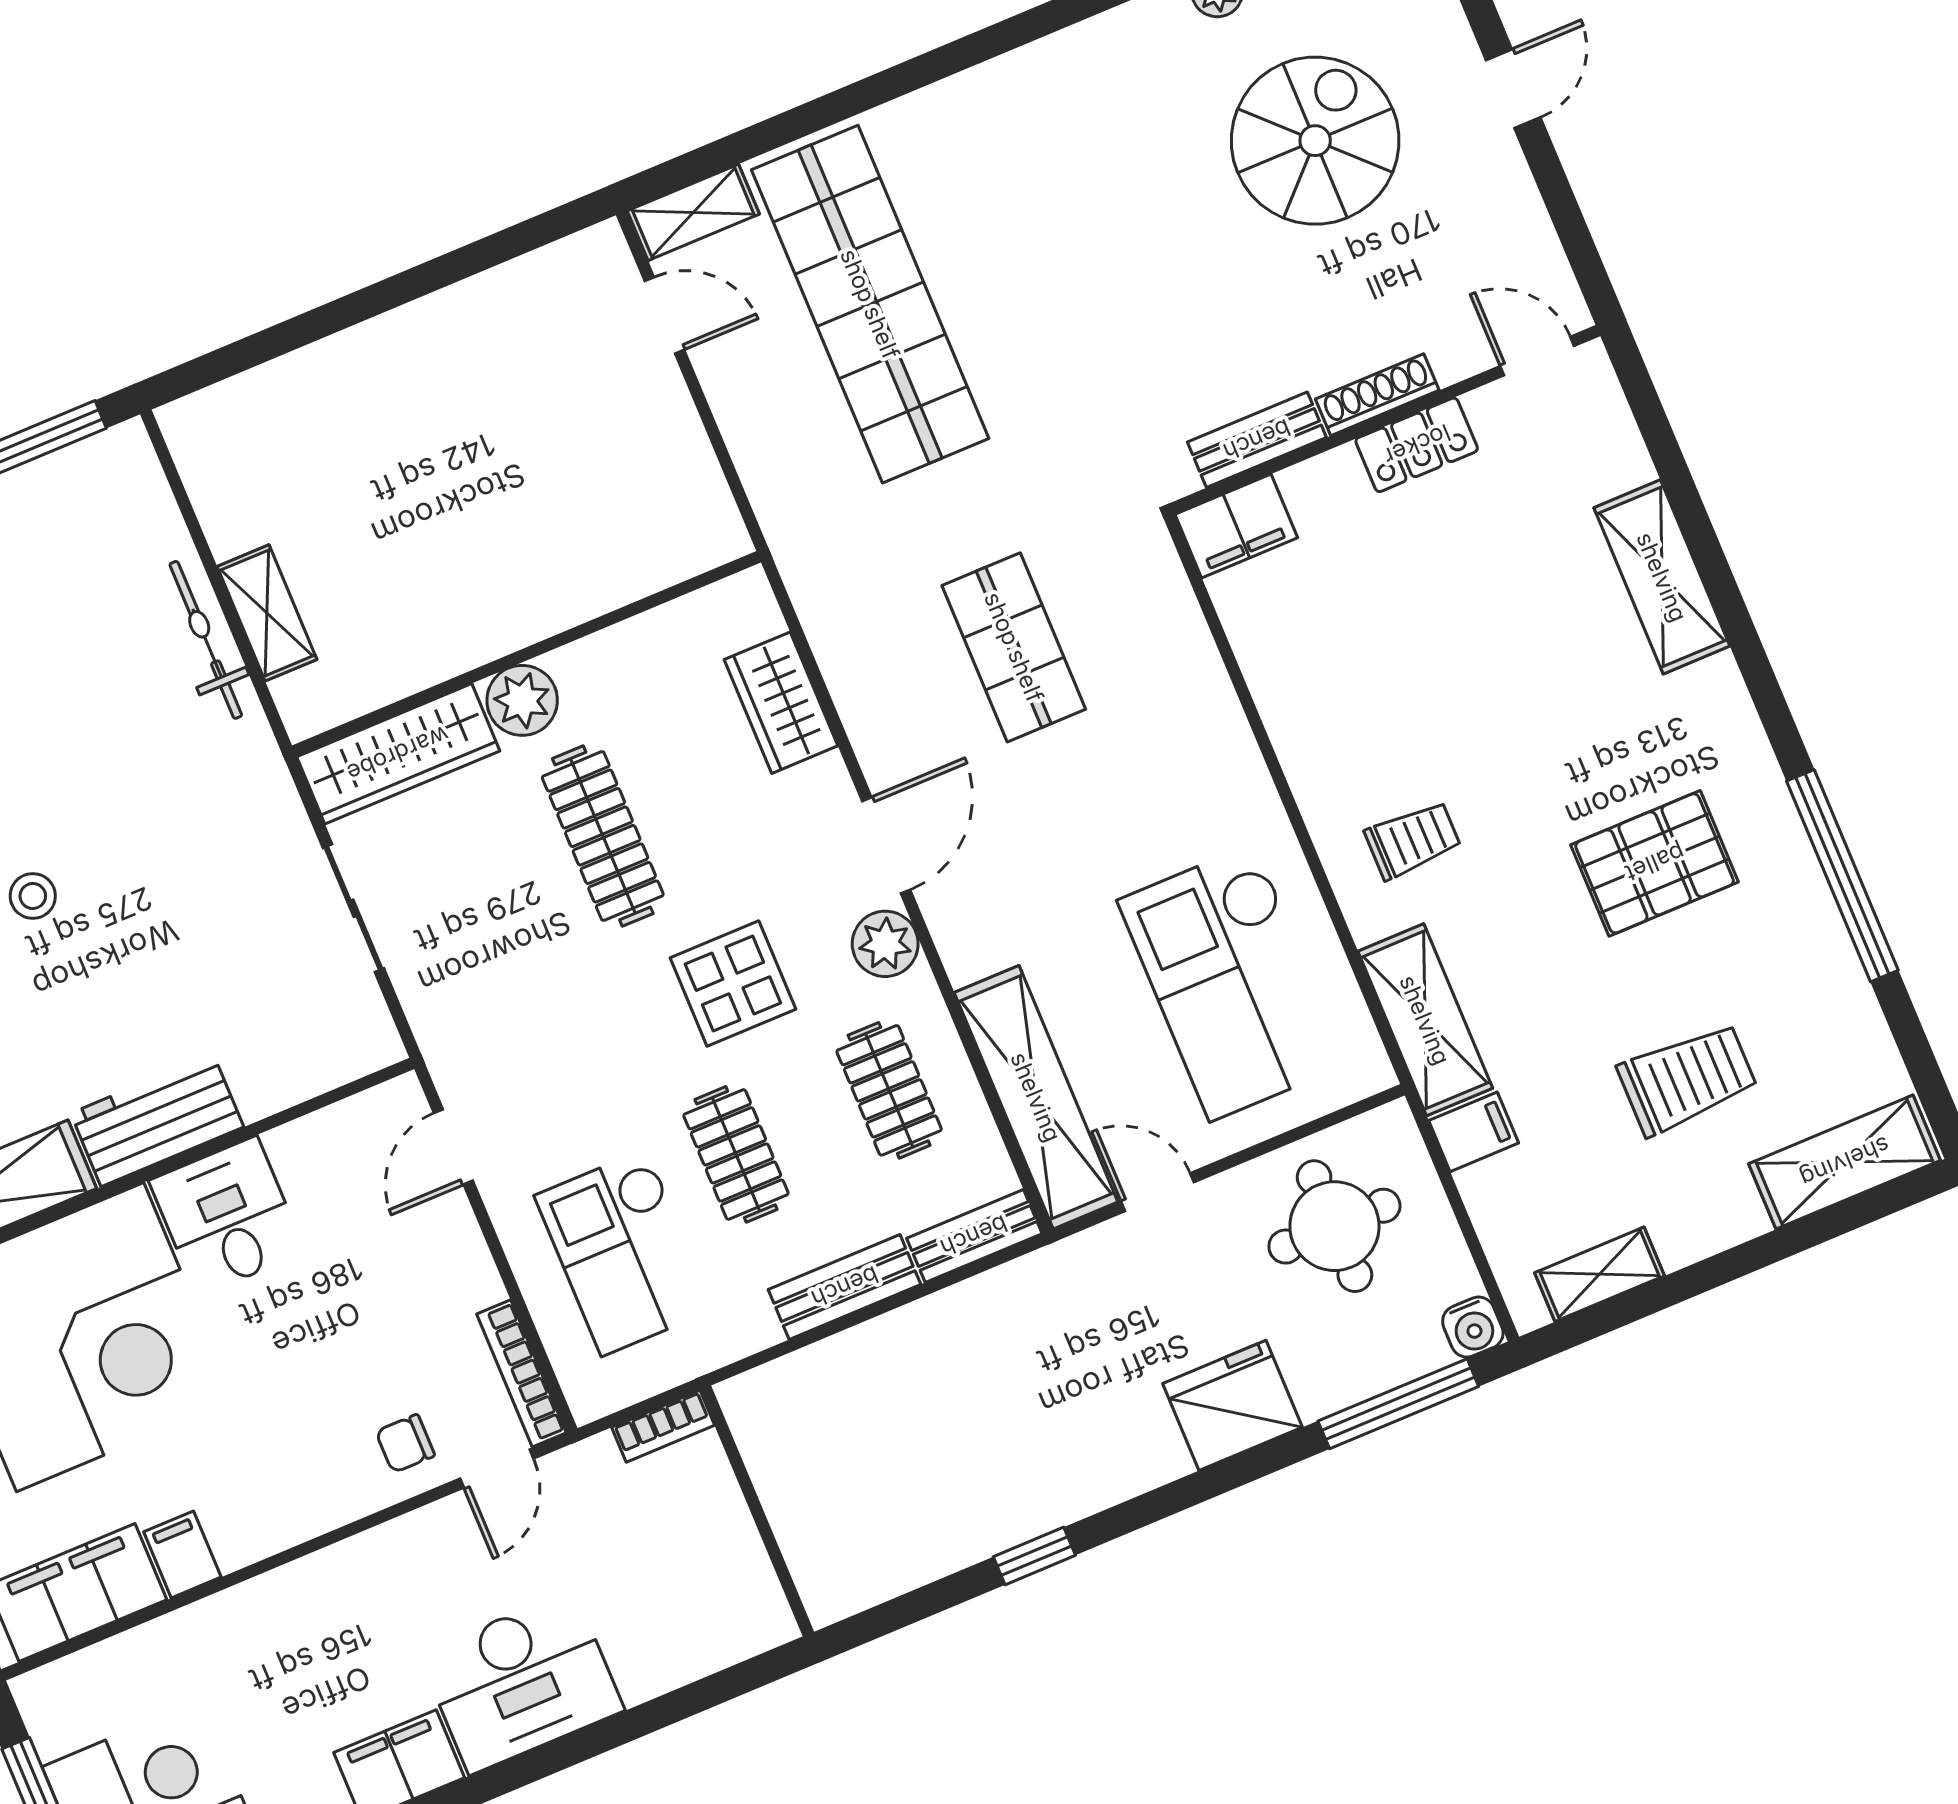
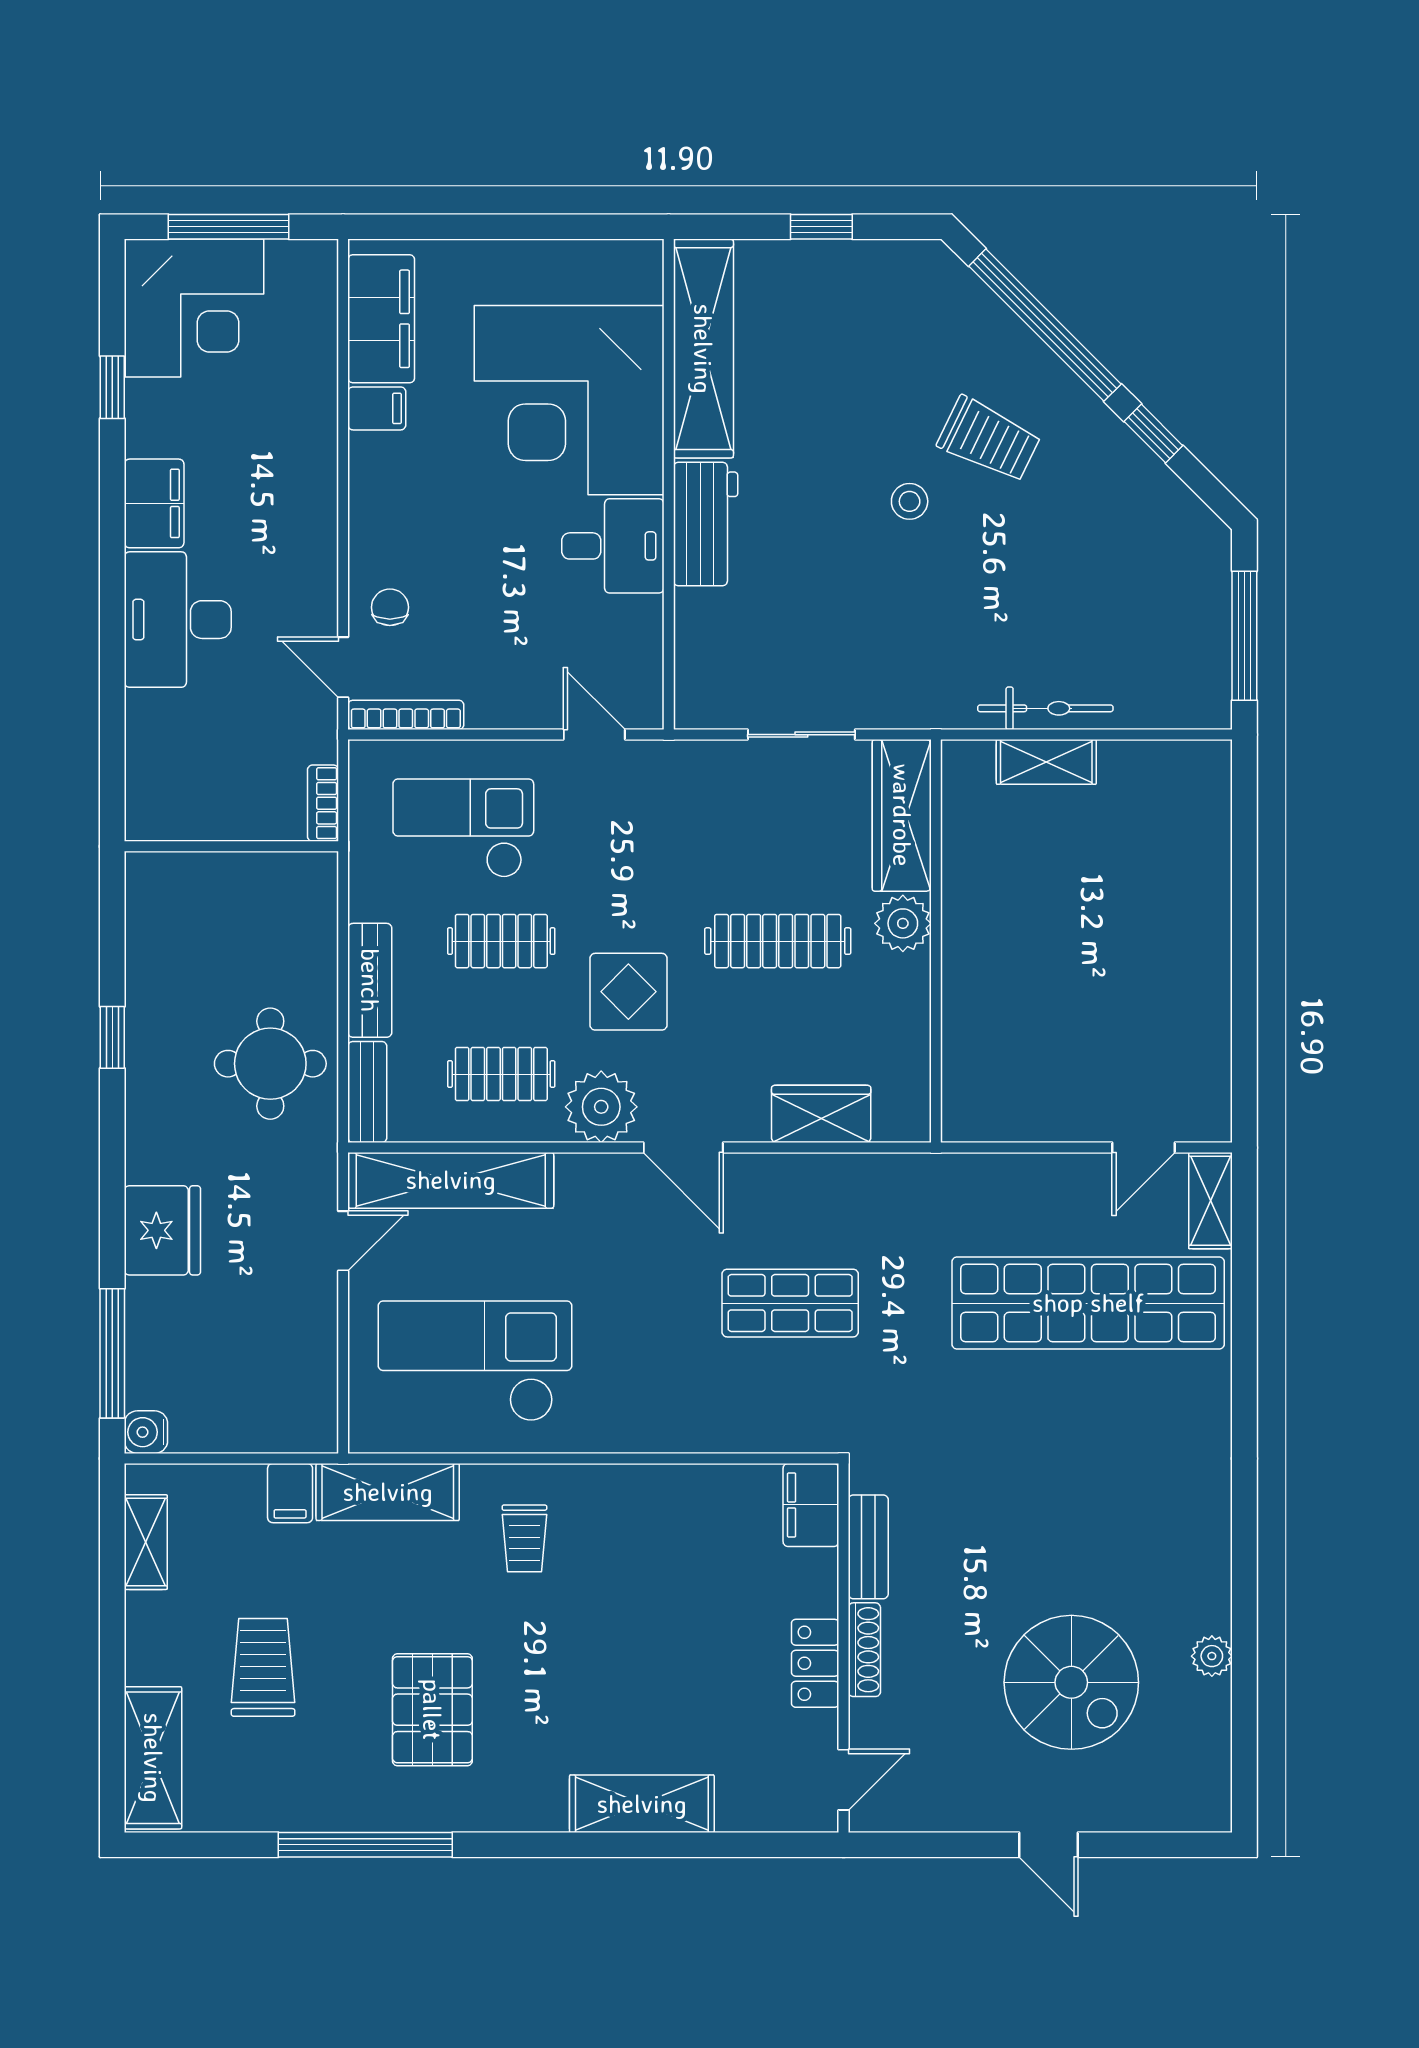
plant: (885, 944) -> (601, 1107), width x1.36, depth x1.36
trolley: (1687, 1079) -> (263, 1667), turned 180
round table: (1334, 1226) -> (270, 1064), moved

